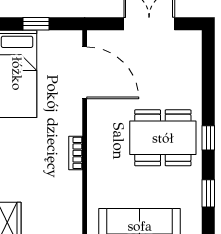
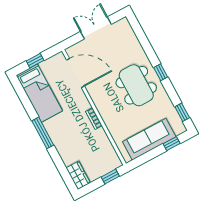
dining table: (163, 138) -> (136, 85), turned 90
window: (208, 193) -> (182, 112), moved

